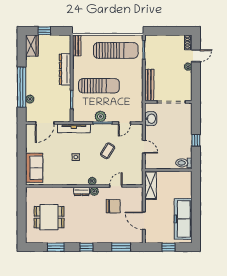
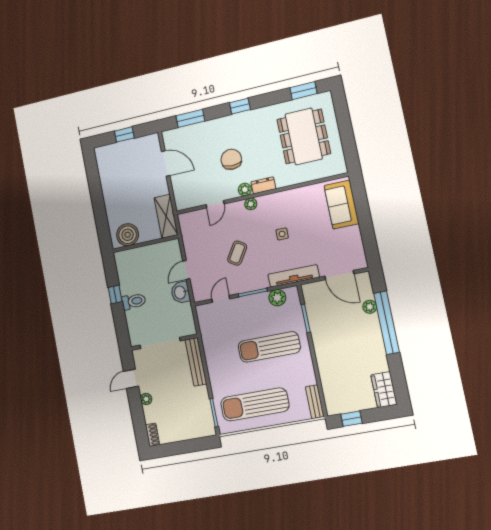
window: (44, 31) -> (351, 419), moved
door: (196, 56) -> (131, 379), moved
dresser: (65, 69) -> (325, 362), removed
plant: (100, 116) -> (277, 298), moved
washbasin: (151, 119) -> (180, 292), moved
door: (45, 123) -> (339, 275), swing flipped
door: (144, 147) -> (186, 270), hinge flipped
toilet: (184, 163) -> (134, 301), moved
boiler: (179, 179) -> (128, 235), added
chair: (113, 206) -> (231, 159), moved, turned 90
dining table: (49, 217) -> (304, 136), width x1.38
freezer: (183, 219) -> (112, 179), removed
window: (56, 247) -> (303, 91), moved

